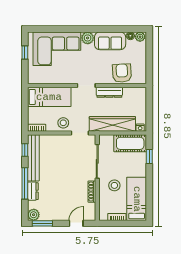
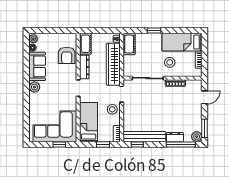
corner sofa: (57, 49) -> (55, 126), moved, turned -90
window: (25, 52) -> (59, 145), moved
armchair: (122, 73) -> (67, 55), turned -87
cot: (135, 94) -> (85, 44), added
window: (25, 113) -> (103, 145), added
cot: (130, 143) -> (129, 44), width x0.73, depth x0.75
window: (149, 157) -> (154, 30), moved
window: (25, 183) -> (181, 145), moved
door: (76, 223) -> (205, 97), swing flipped

